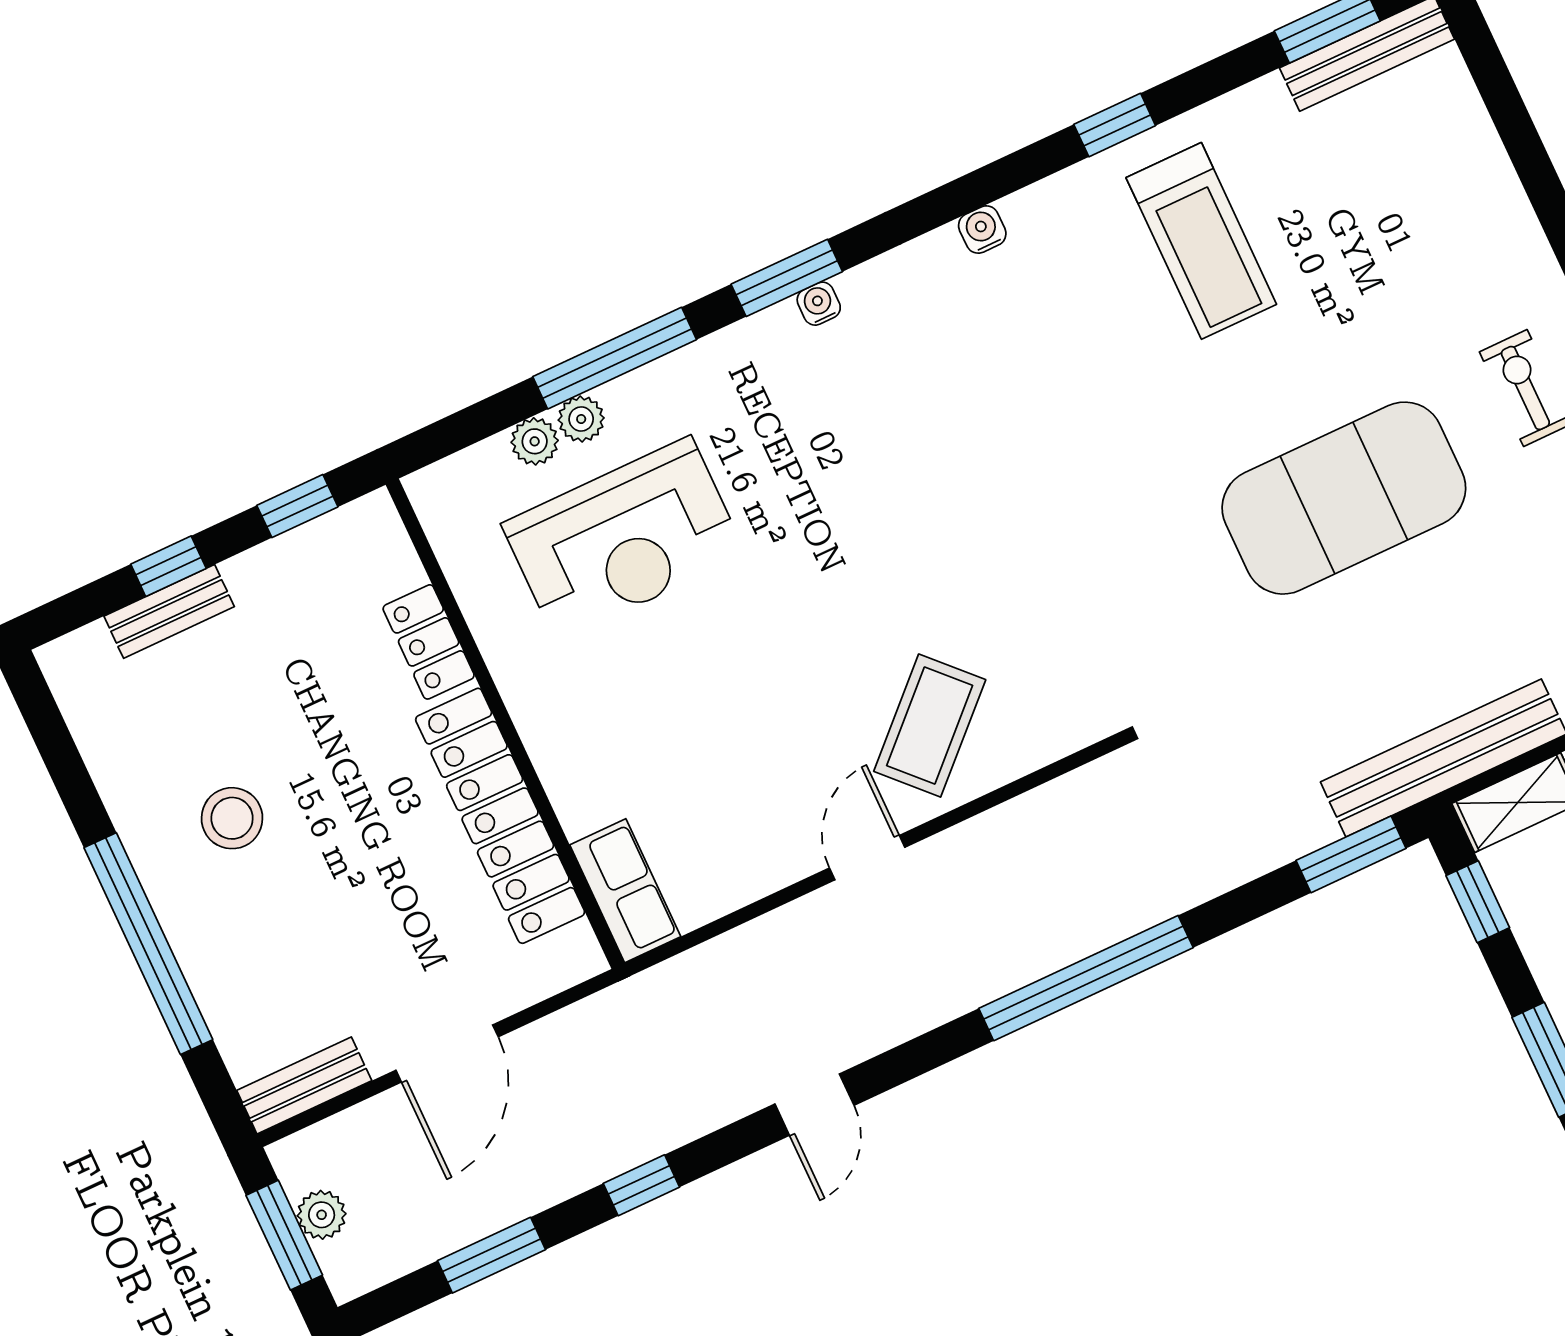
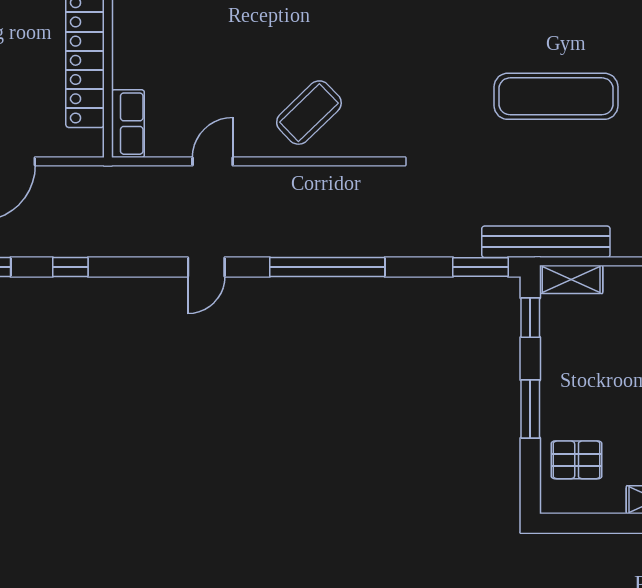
exercise mat: (1344, 498) -> (556, 96), width x0.68
door: (867, 858) -> (213, 161), moved
door: (814, 1105) -> (206, 267), moved

